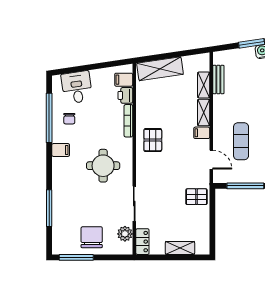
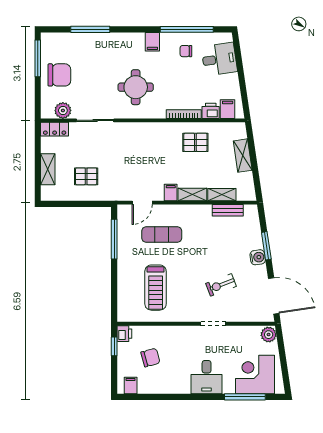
shelving: (160, 69) -> (243, 156), width x0.67, depth x0.75
pallet: (153, 140) -> (195, 142), moved
pallet: (196, 197) -> (86, 176), moved, turned 90

